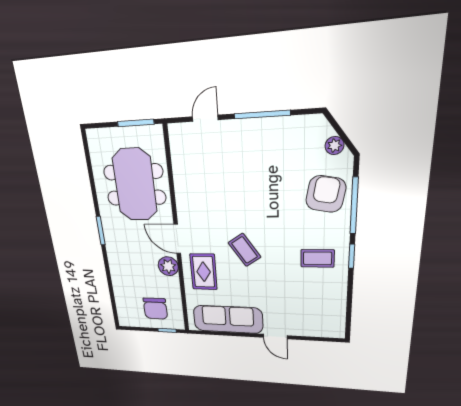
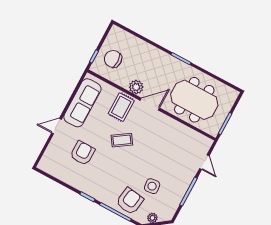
side table: (285, 174) -> (152, 186), added
armchair: (326, 194) -> (130, 201), turned -92
coffee table: (317, 258) -> (95, 178), removed
rug: (204, 272) -> (121, 107), turned 90
armchair: (292, 291) -> (82, 153), added

